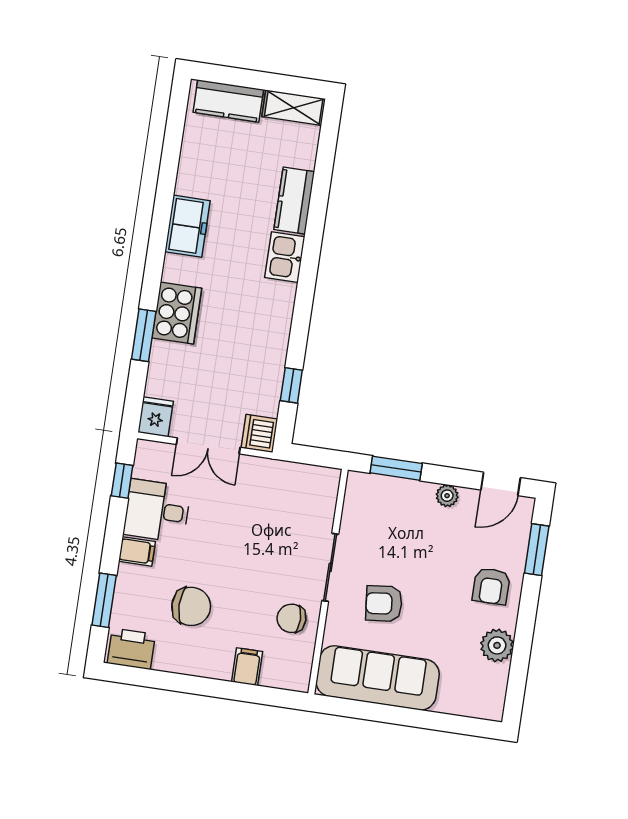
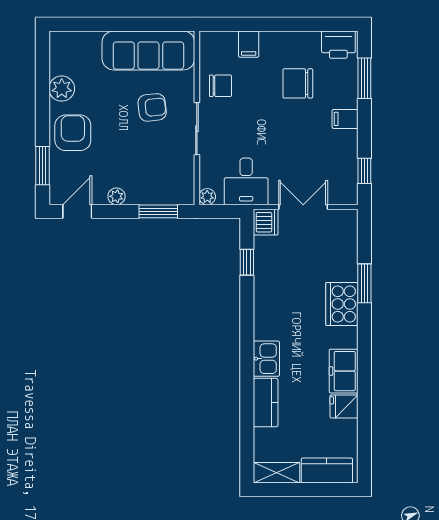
fridge: (156, 417) -> (344, 406), moved, turned 90
plant: (330, 478) -> (207, 197), added
desk: (157, 511) -> (246, 181), moved, turned 90
armchair: (491, 586) -> (73, 133), width x1.38, depth x1.38

